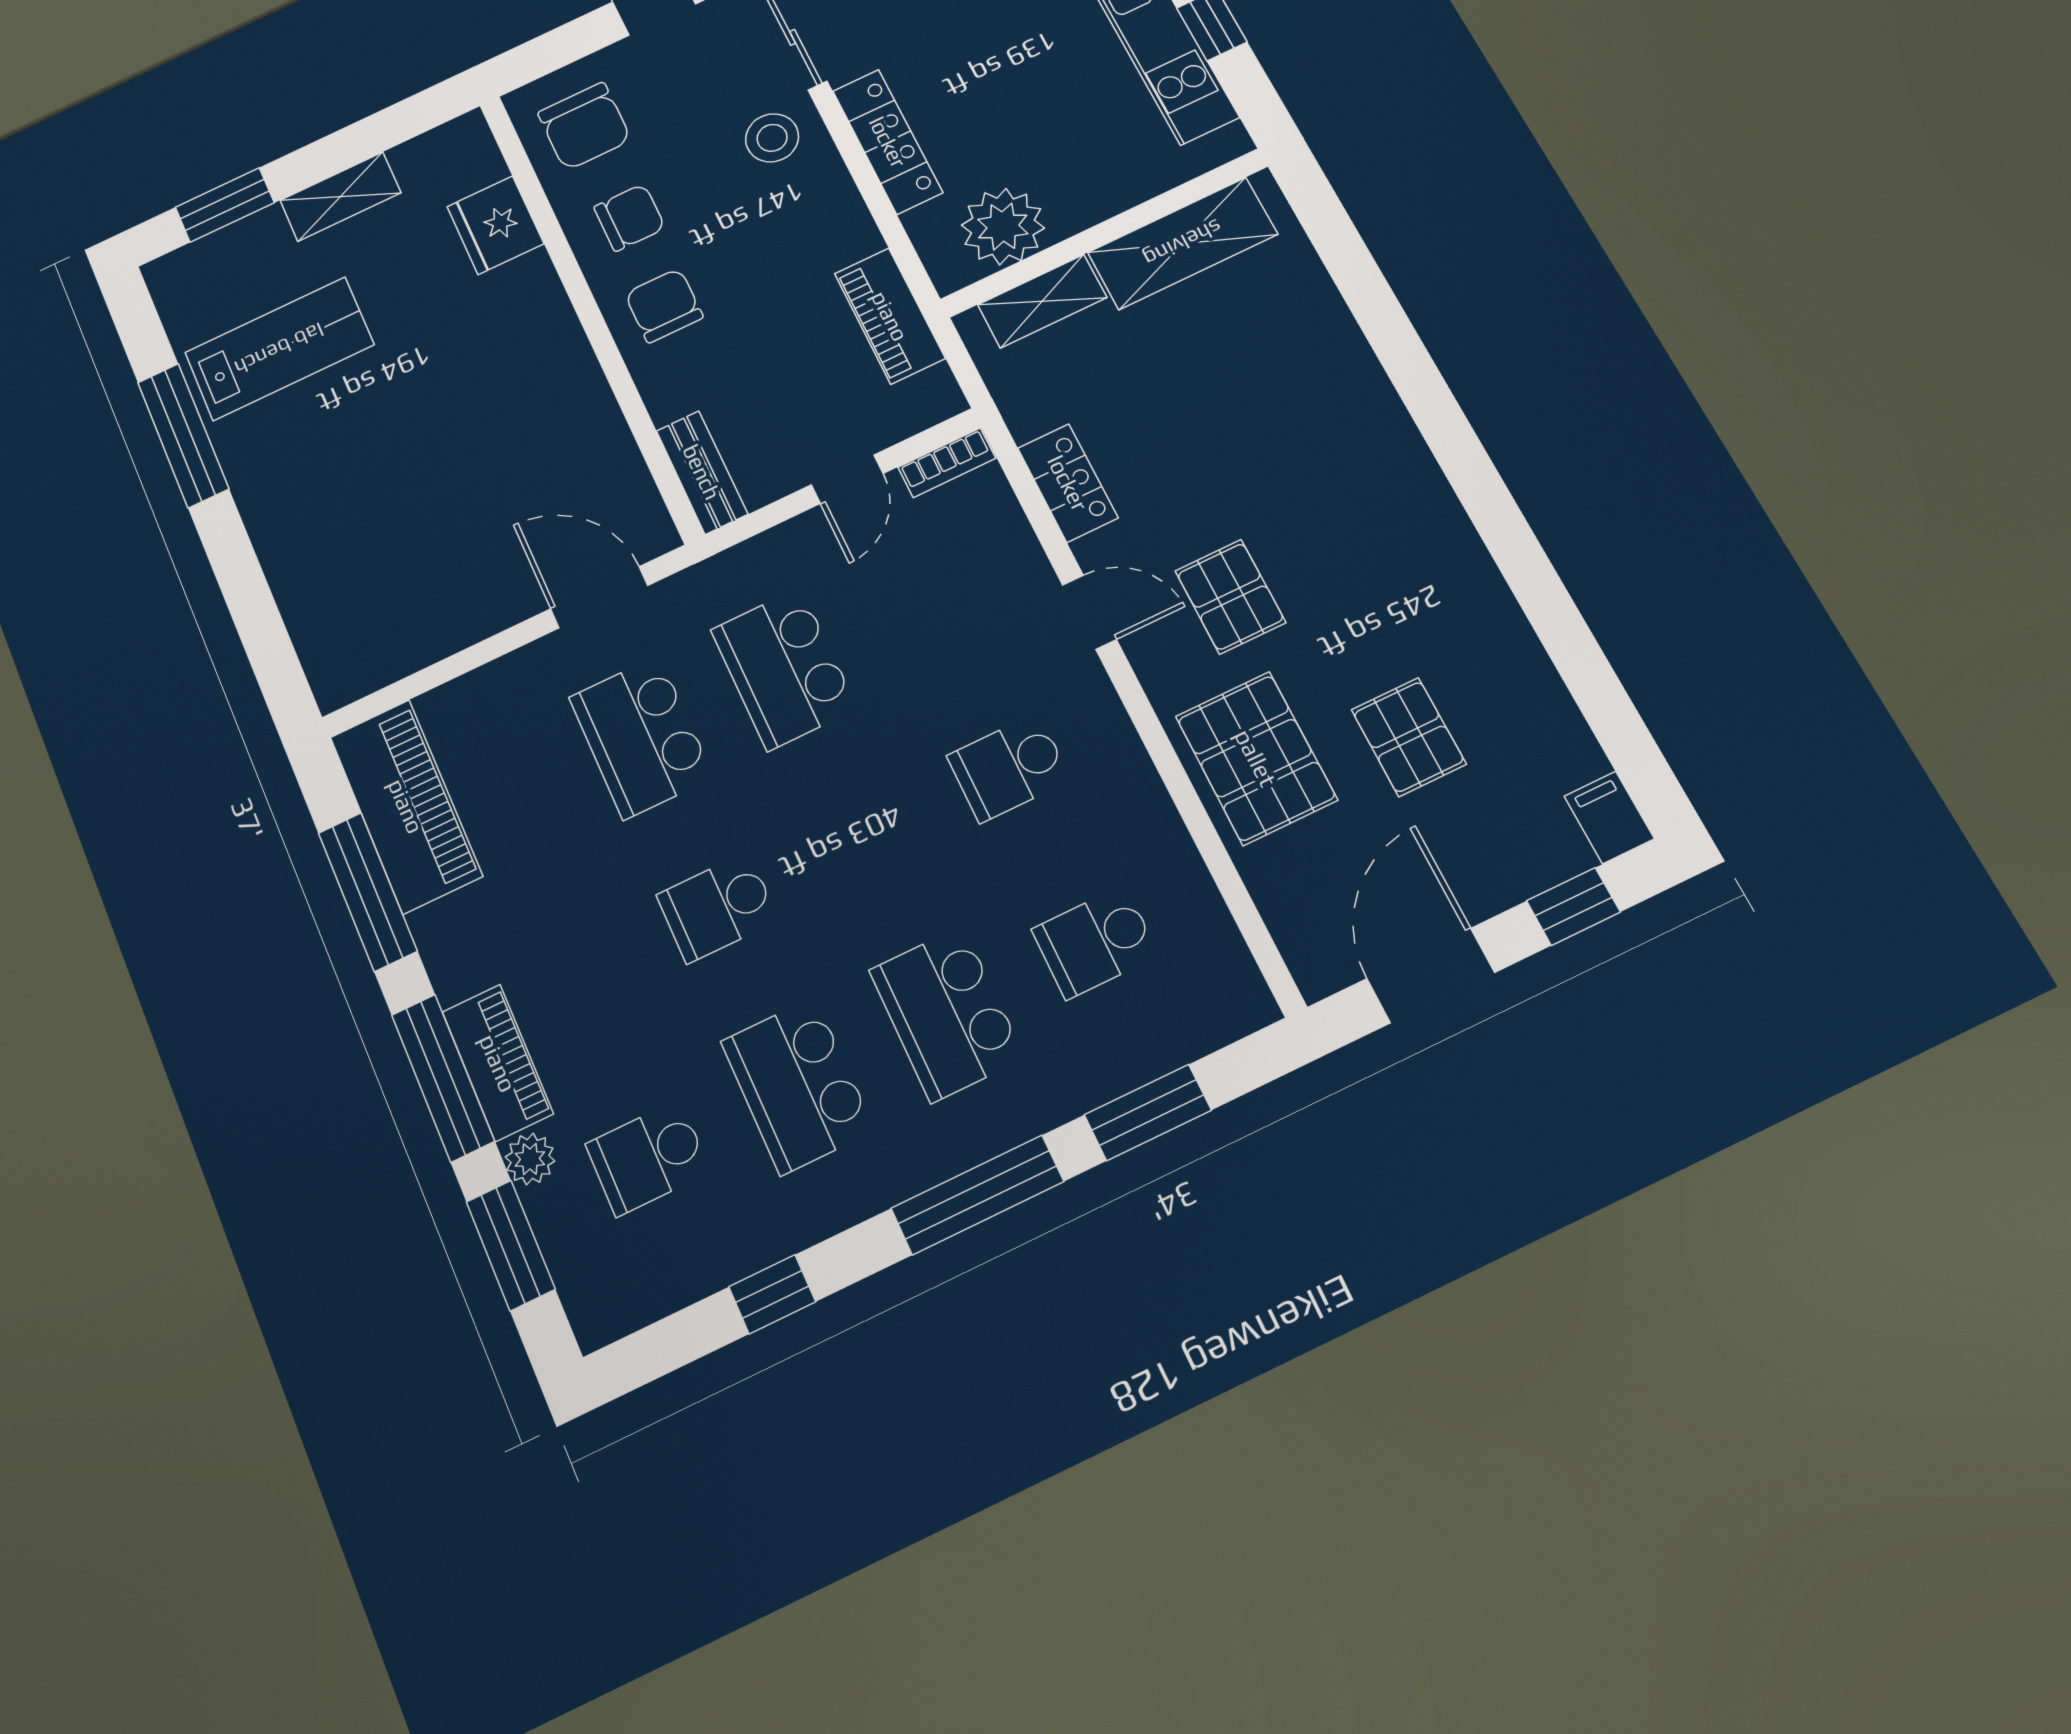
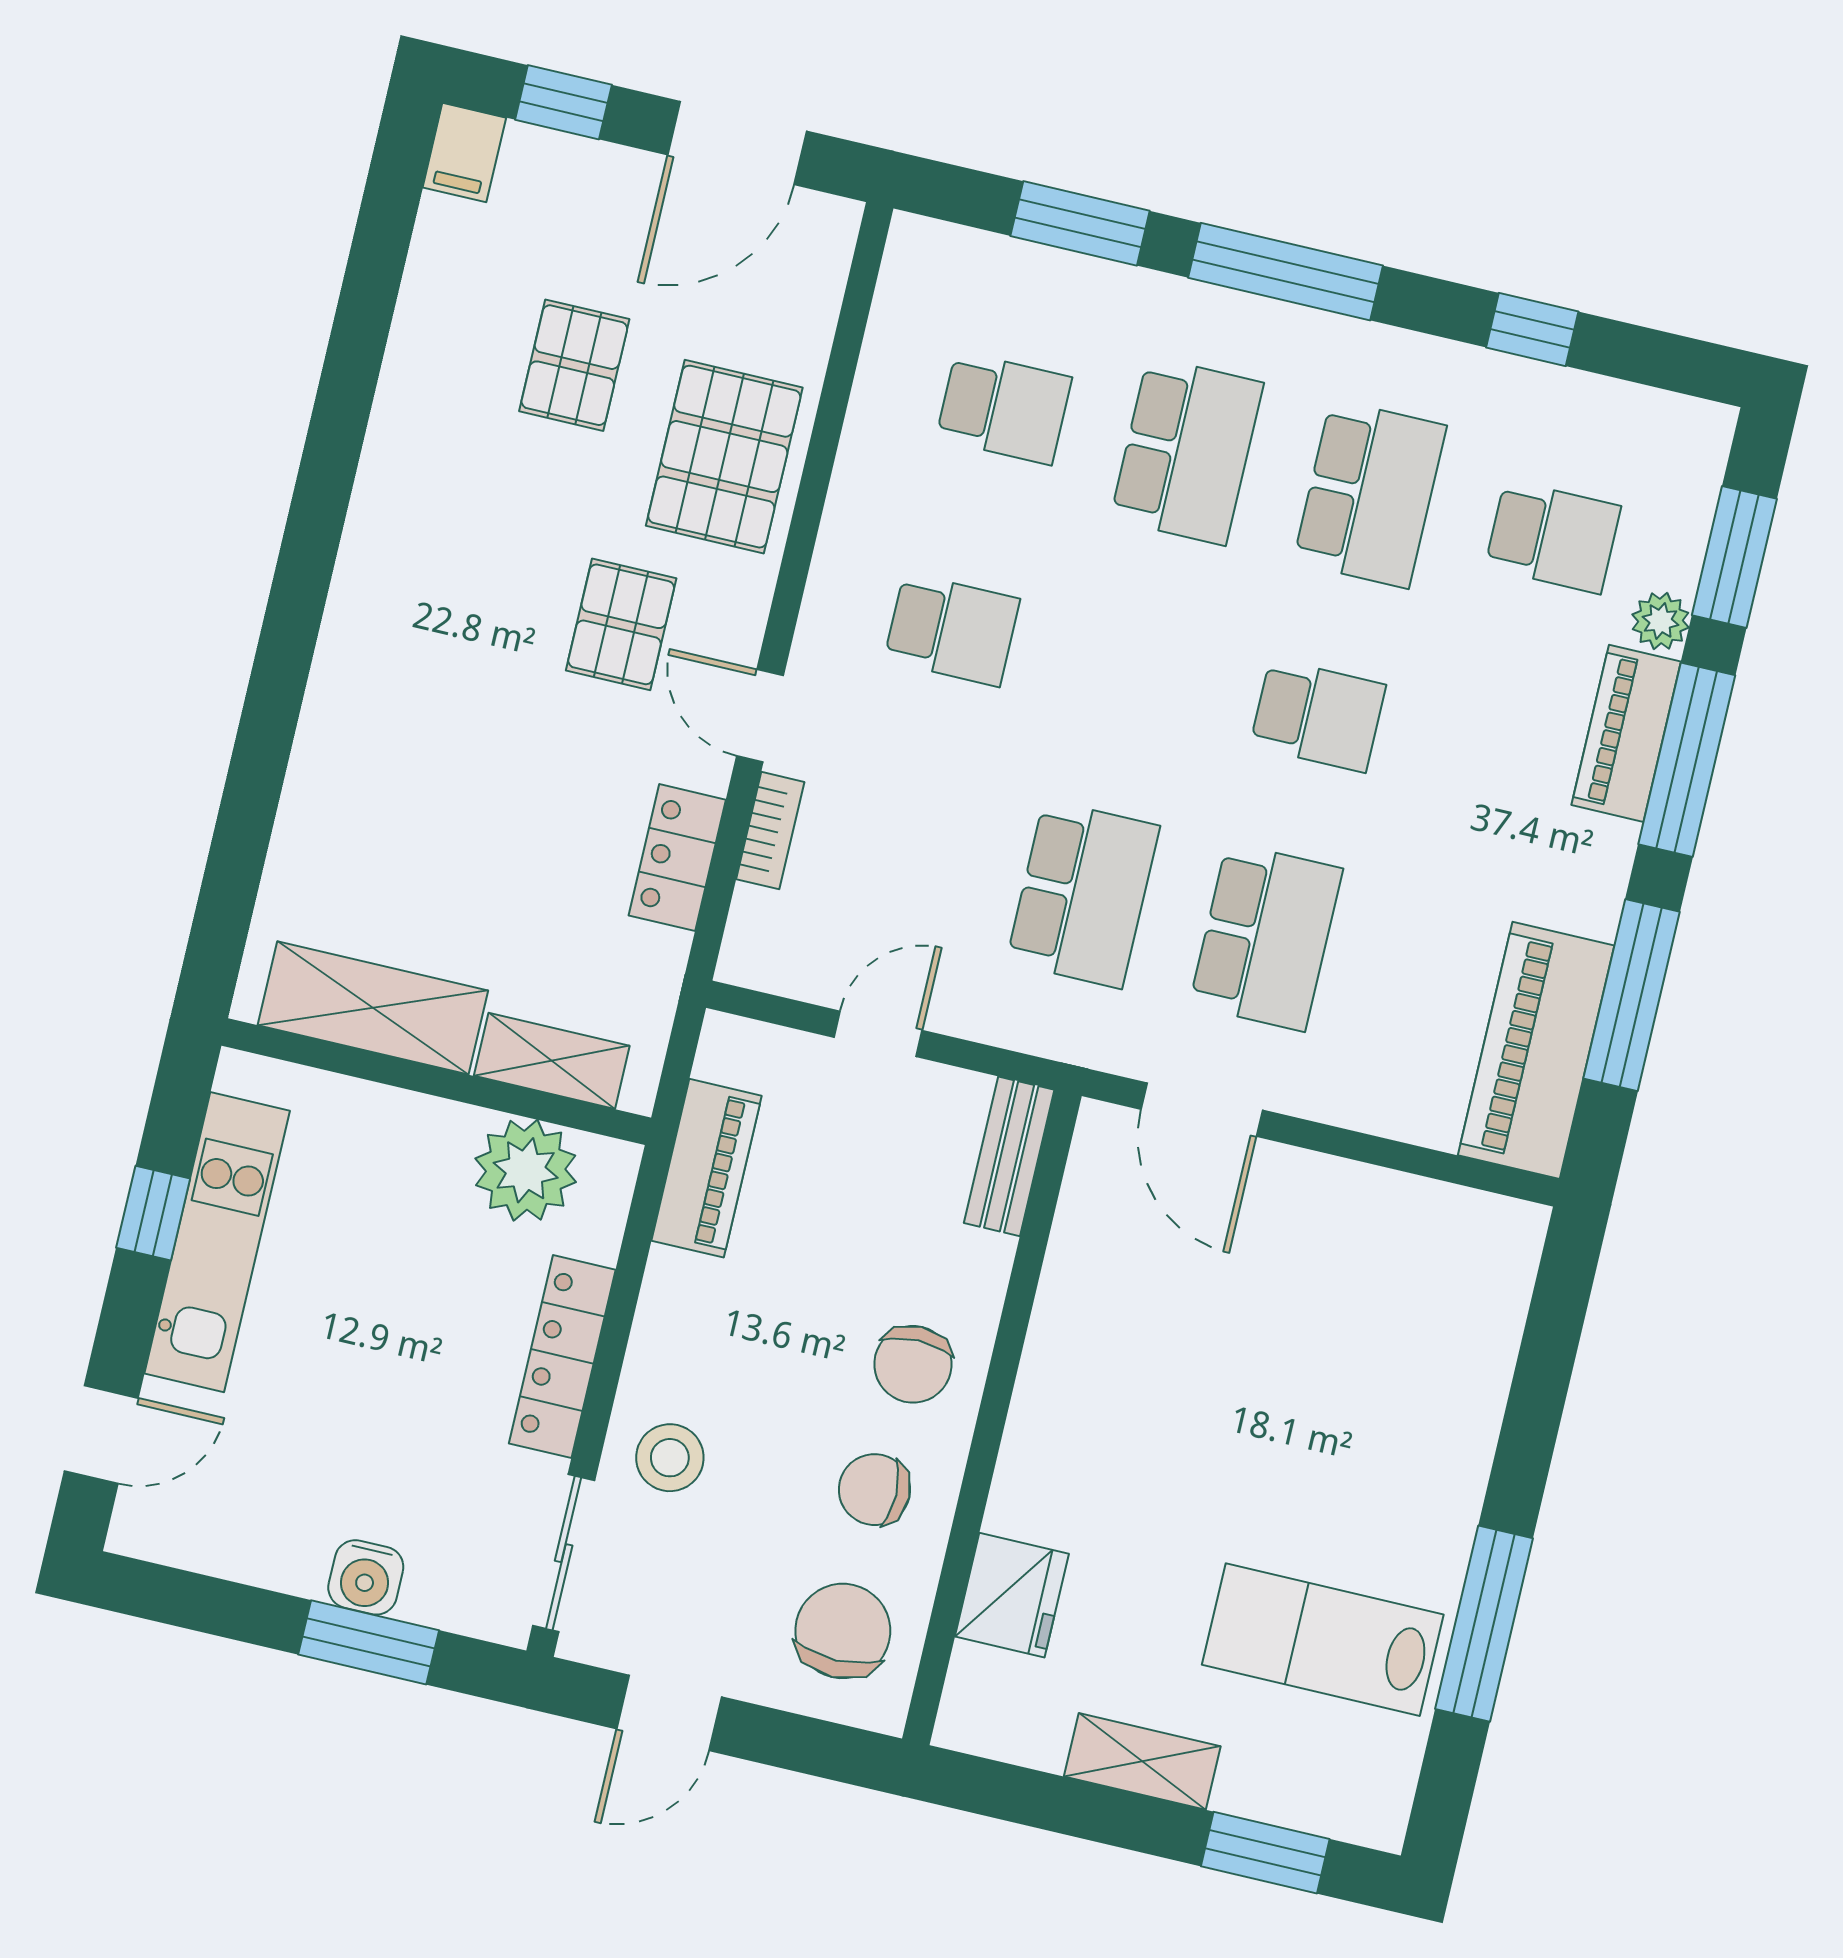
bookcase: (947, 463) -> (770, 831), moved, turned 90

